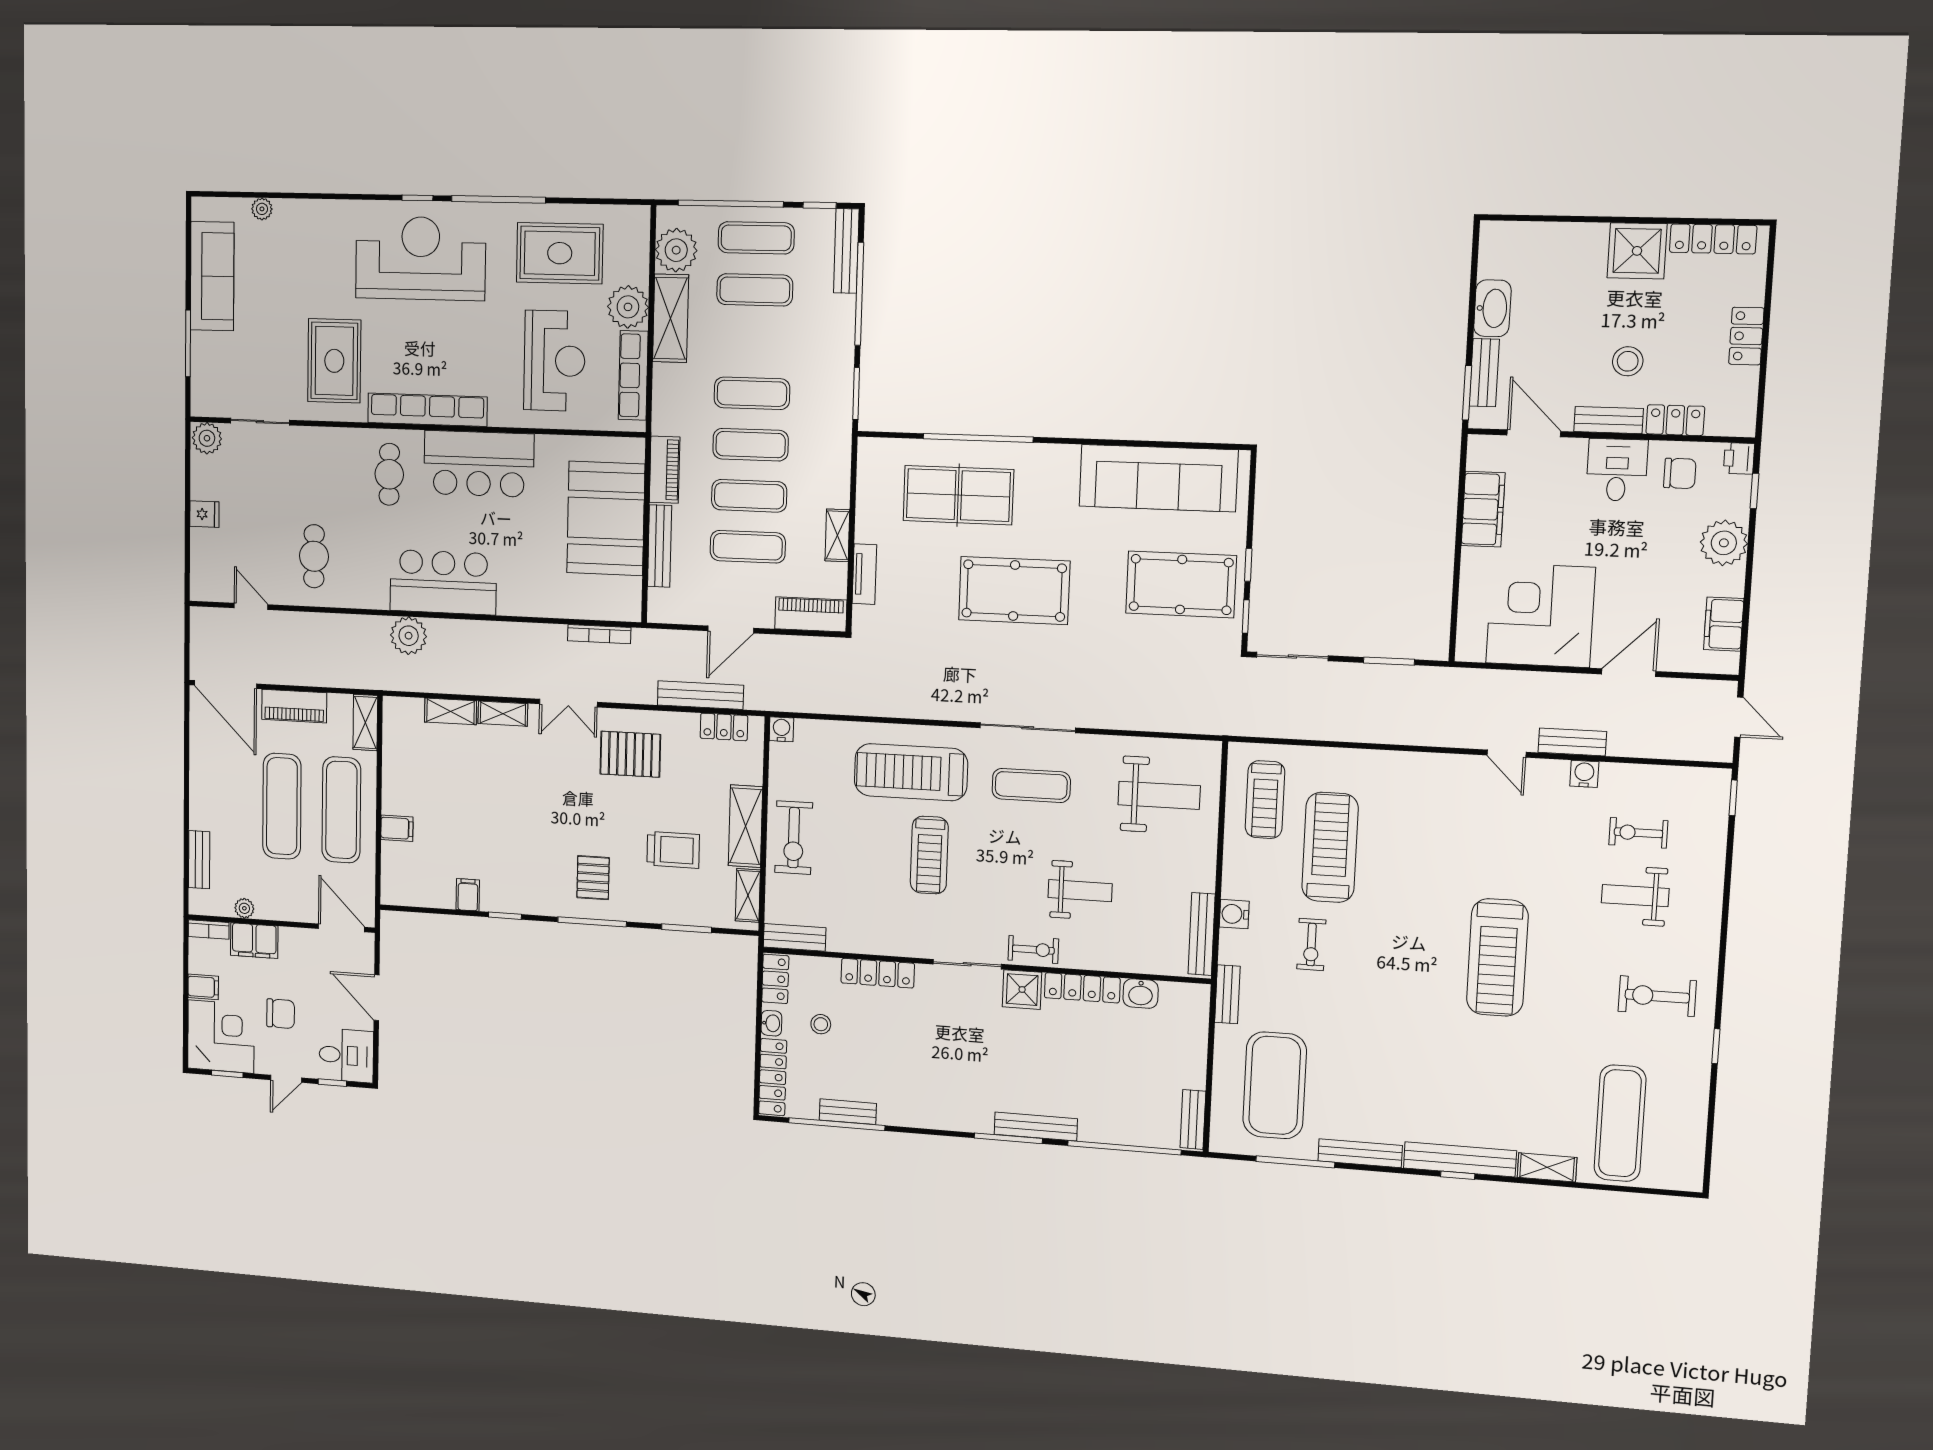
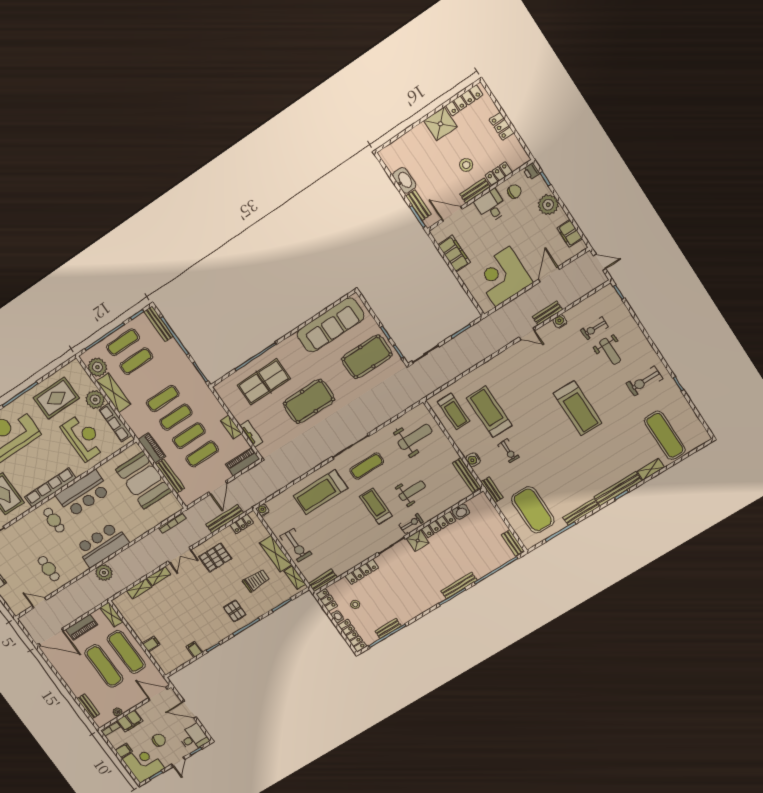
treadmill: (929, 855) -> (376, 506), moved, turned 180
weight bench: (1635, 896) -> (610, 351), turned -90

